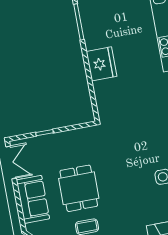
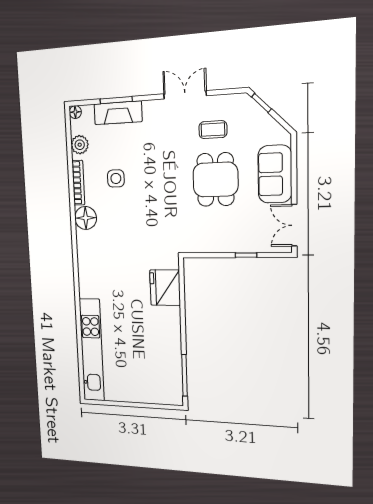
fridge: (101, 64) -> (165, 288), moved

